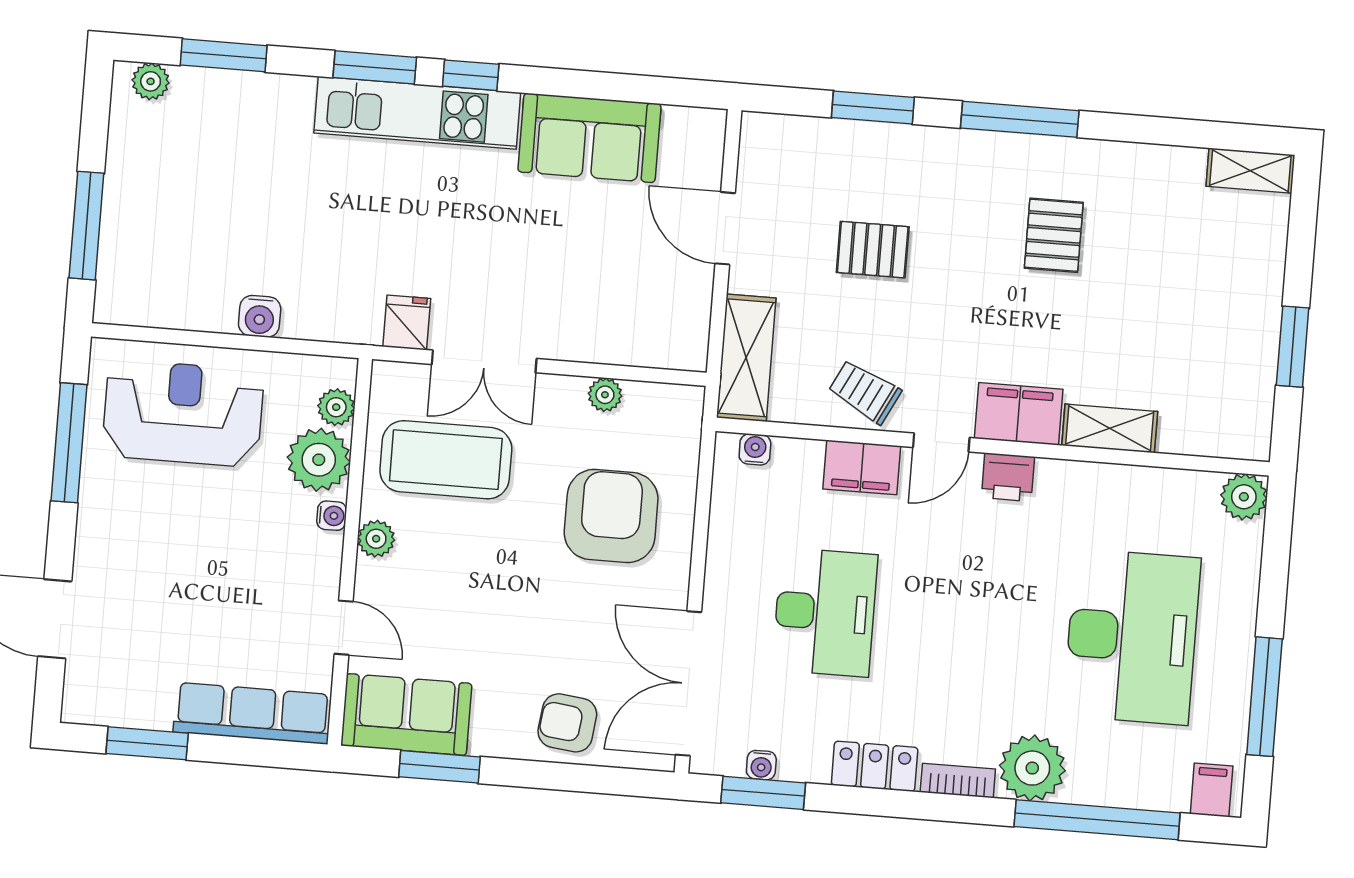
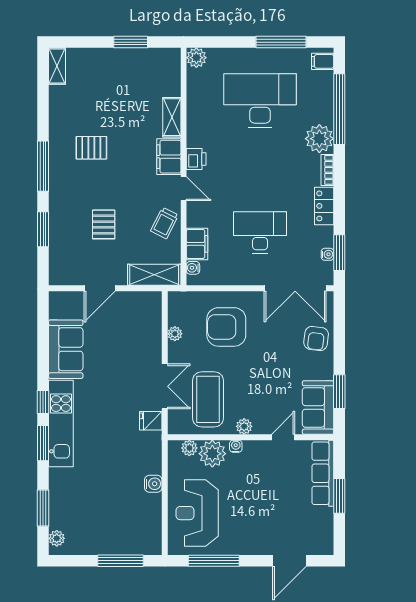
filing cabinet: (862, 467) -> (197, 244), moved
window: (147, 743) -> (339, 496), moved

